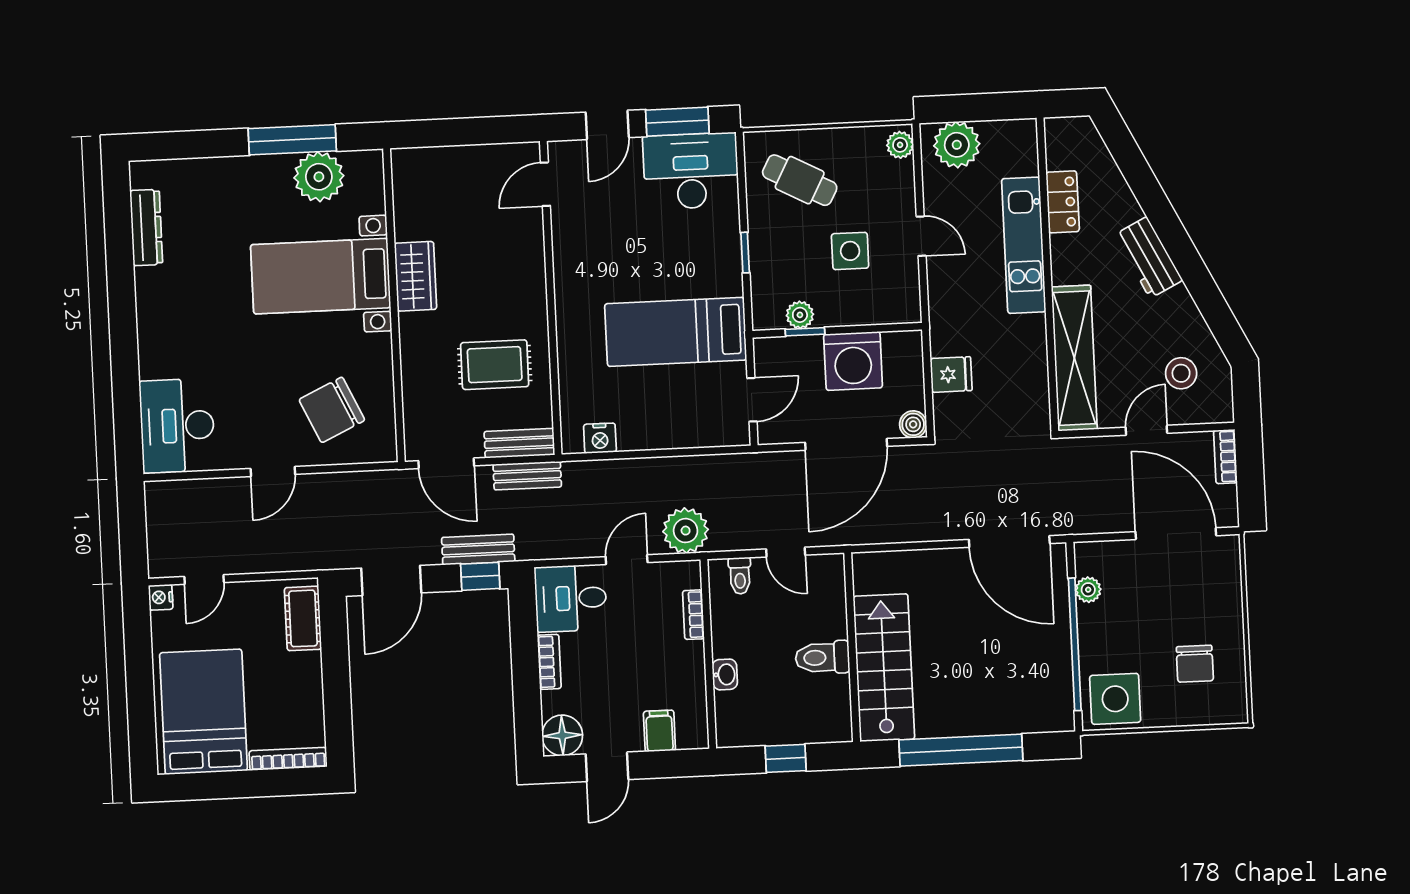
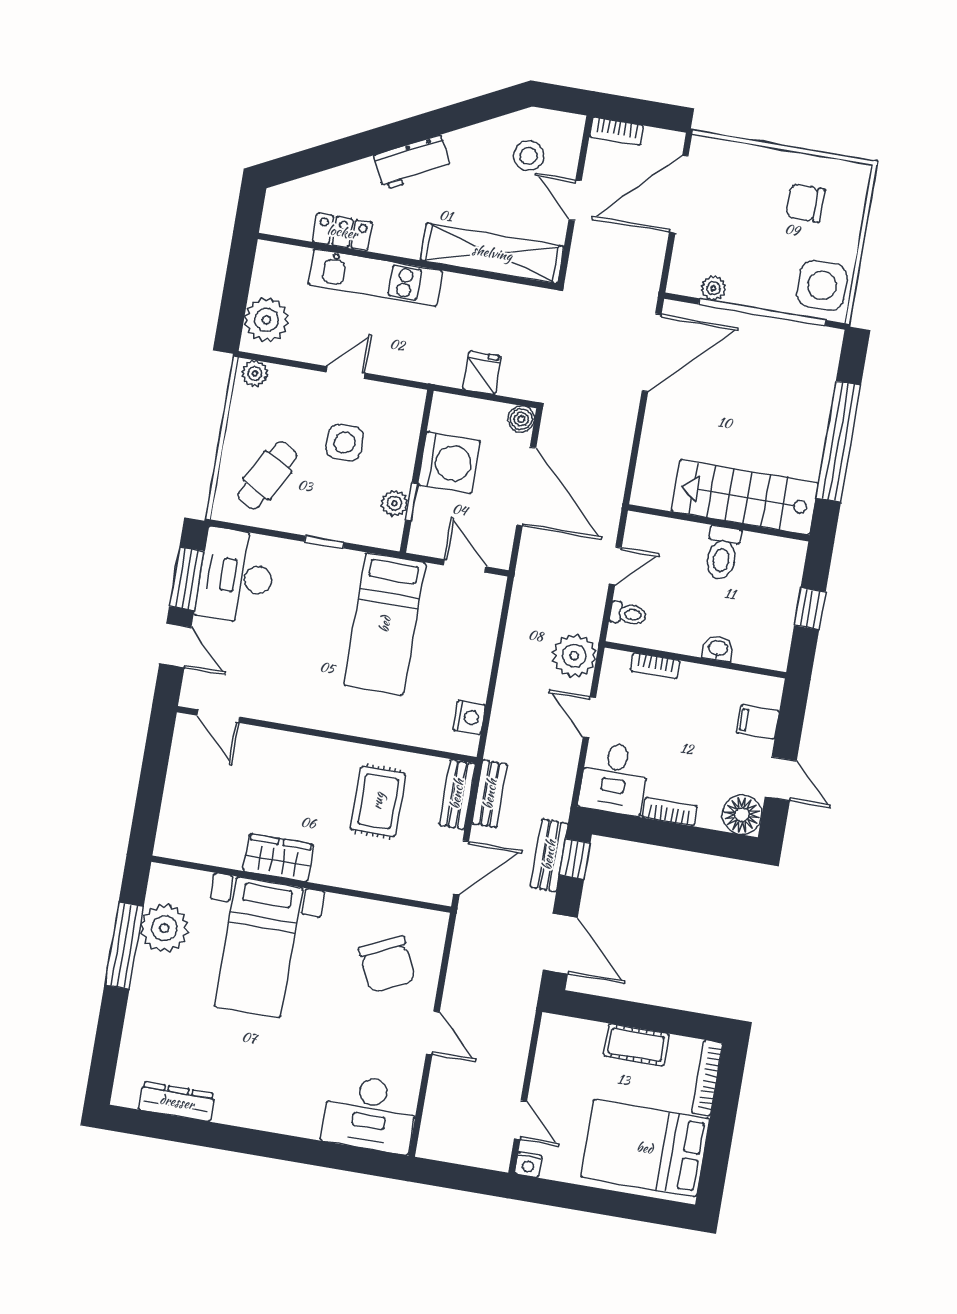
cot: (303, 618) -> (636, 1045), moved
chair: (1195, 664) -> (805, 203), turned 180

